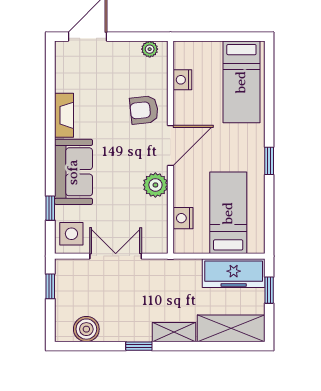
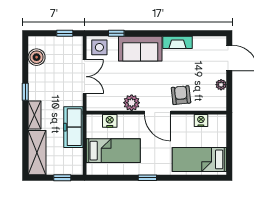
plant: (150, 49) -> (221, 85), moved
freezer: (234, 273) -> (73, 127), moved

